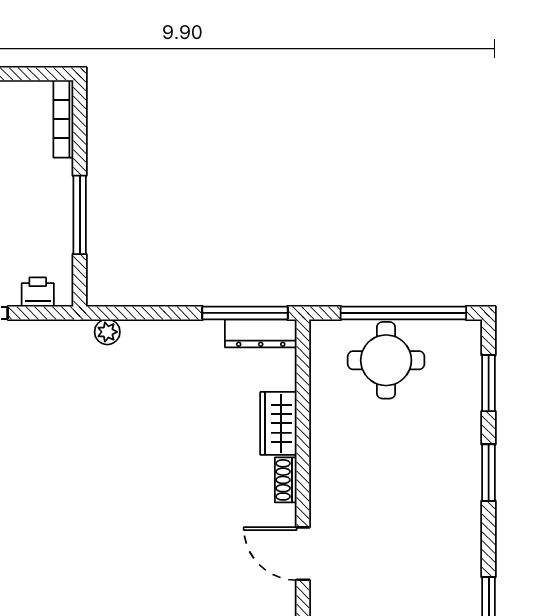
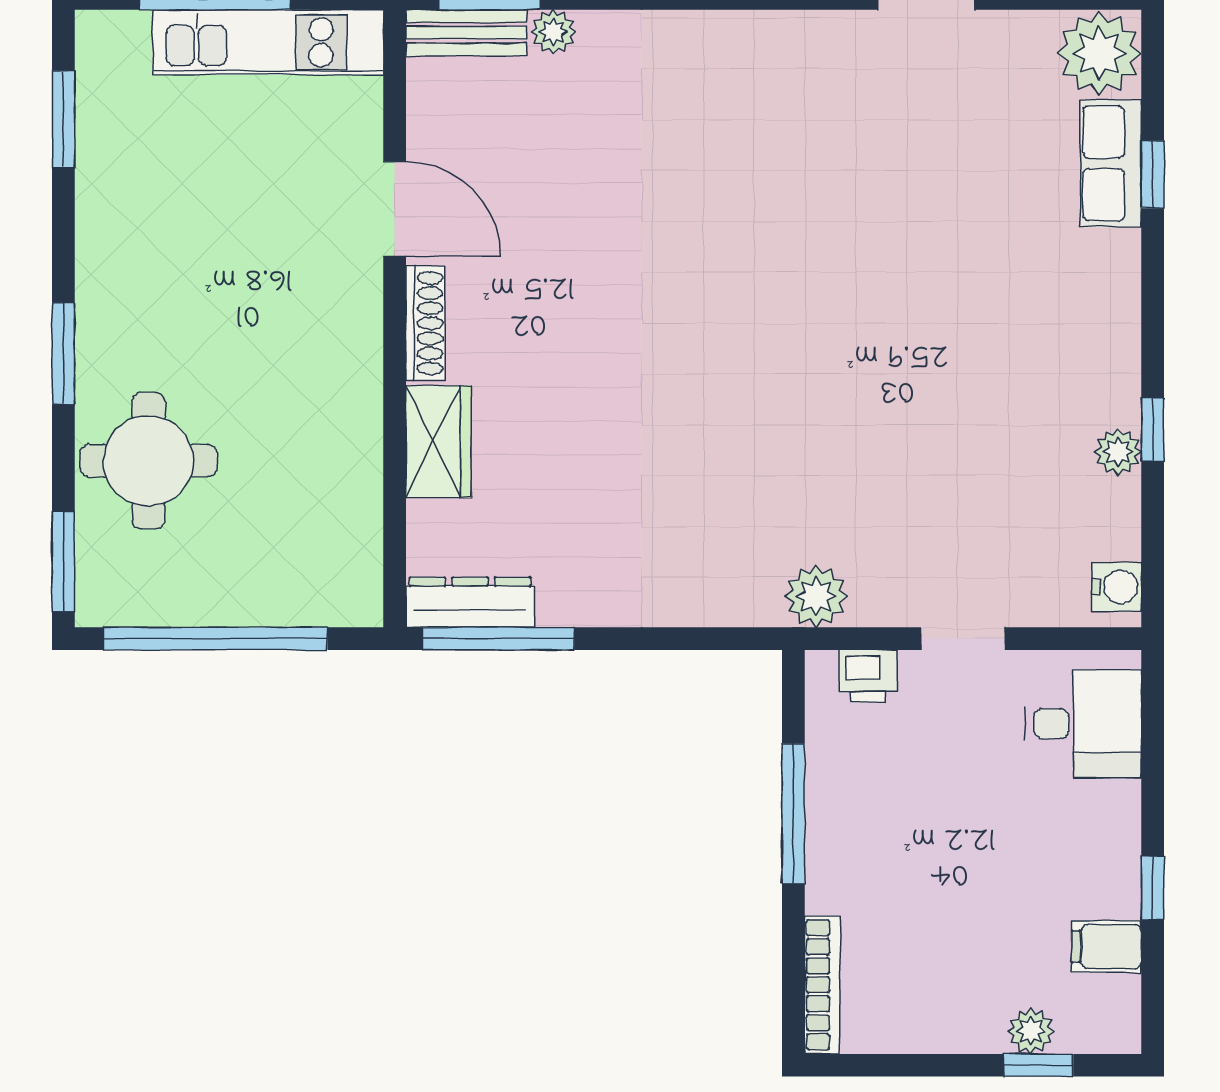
plant: (107, 332) -> (816, 596), moved, width x1.38, depth x1.38
round table: (386, 360) -> (148, 461), moved
window: (489, 383) -> (63, 561), moved
shoe rack: (286, 480) -> (425, 323), width x1.43

